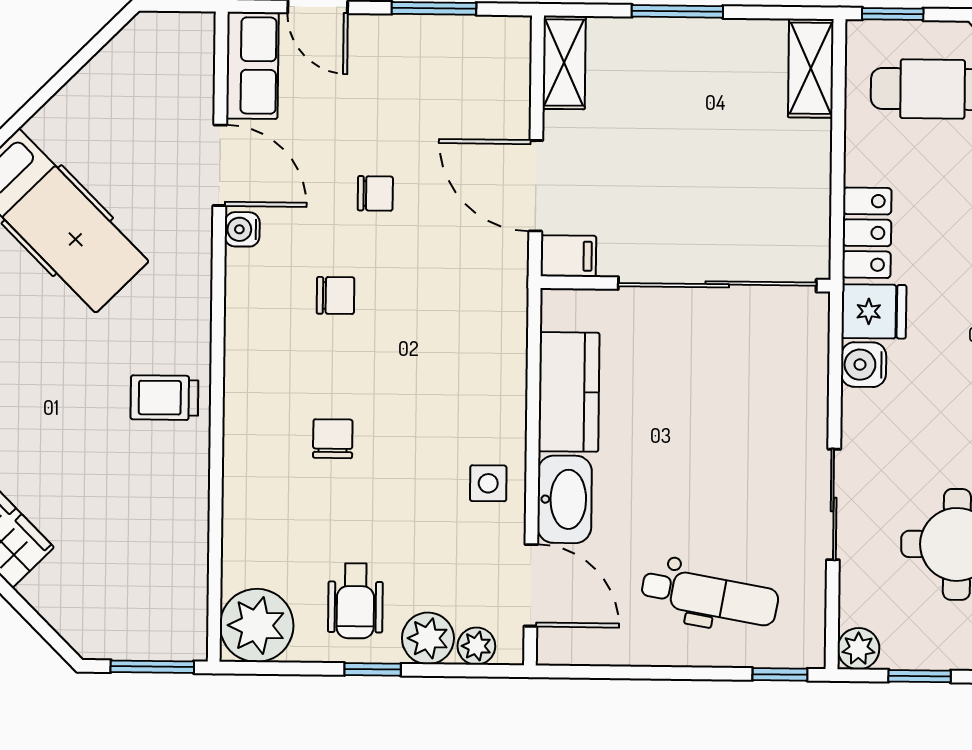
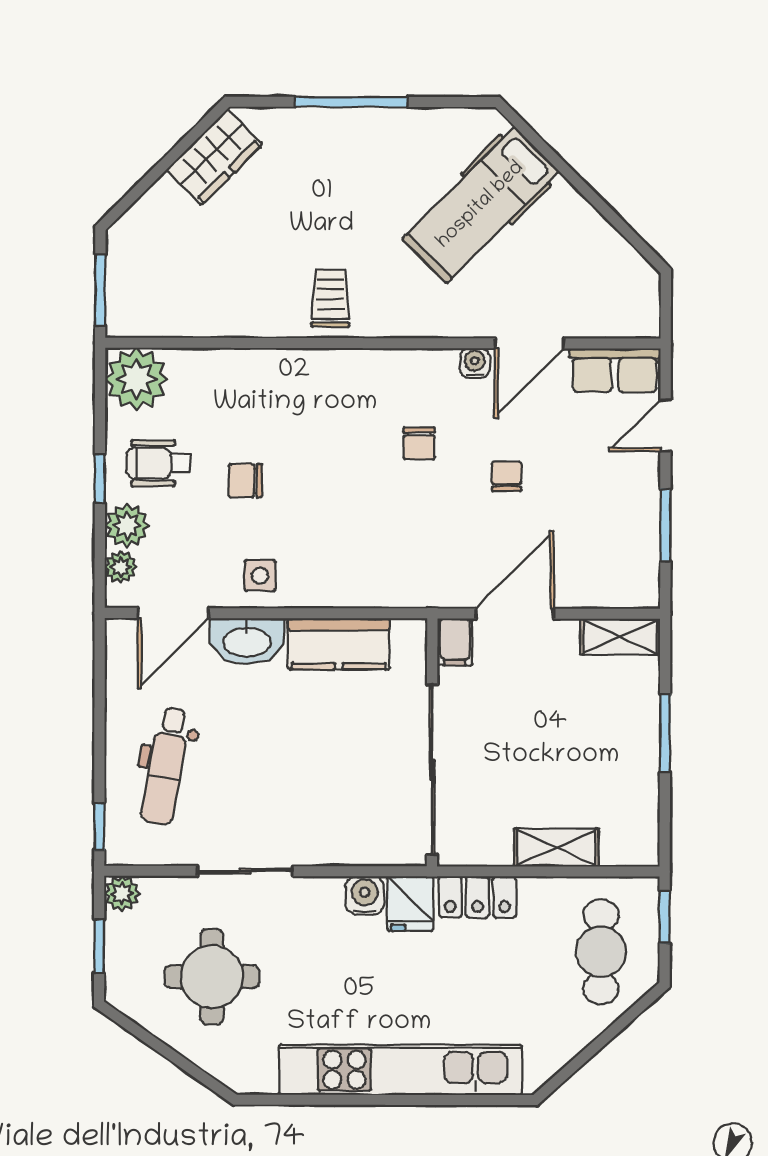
shelving: (811, 68) -> (556, 847), moved
chair: (375, 193) -> (507, 477), turned 180
chair: (333, 439) -> (245, 481), moved, turned 180

